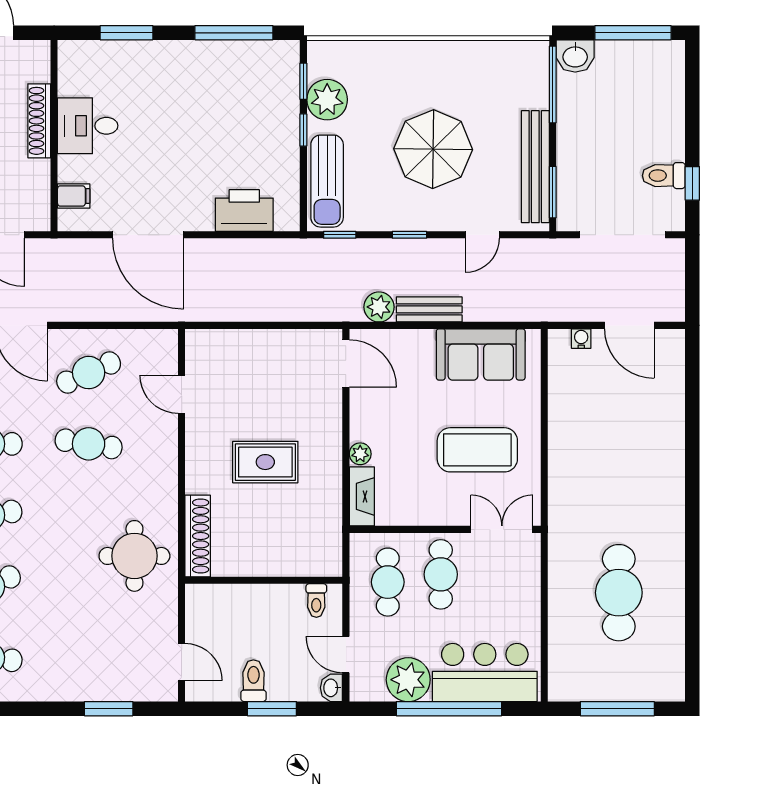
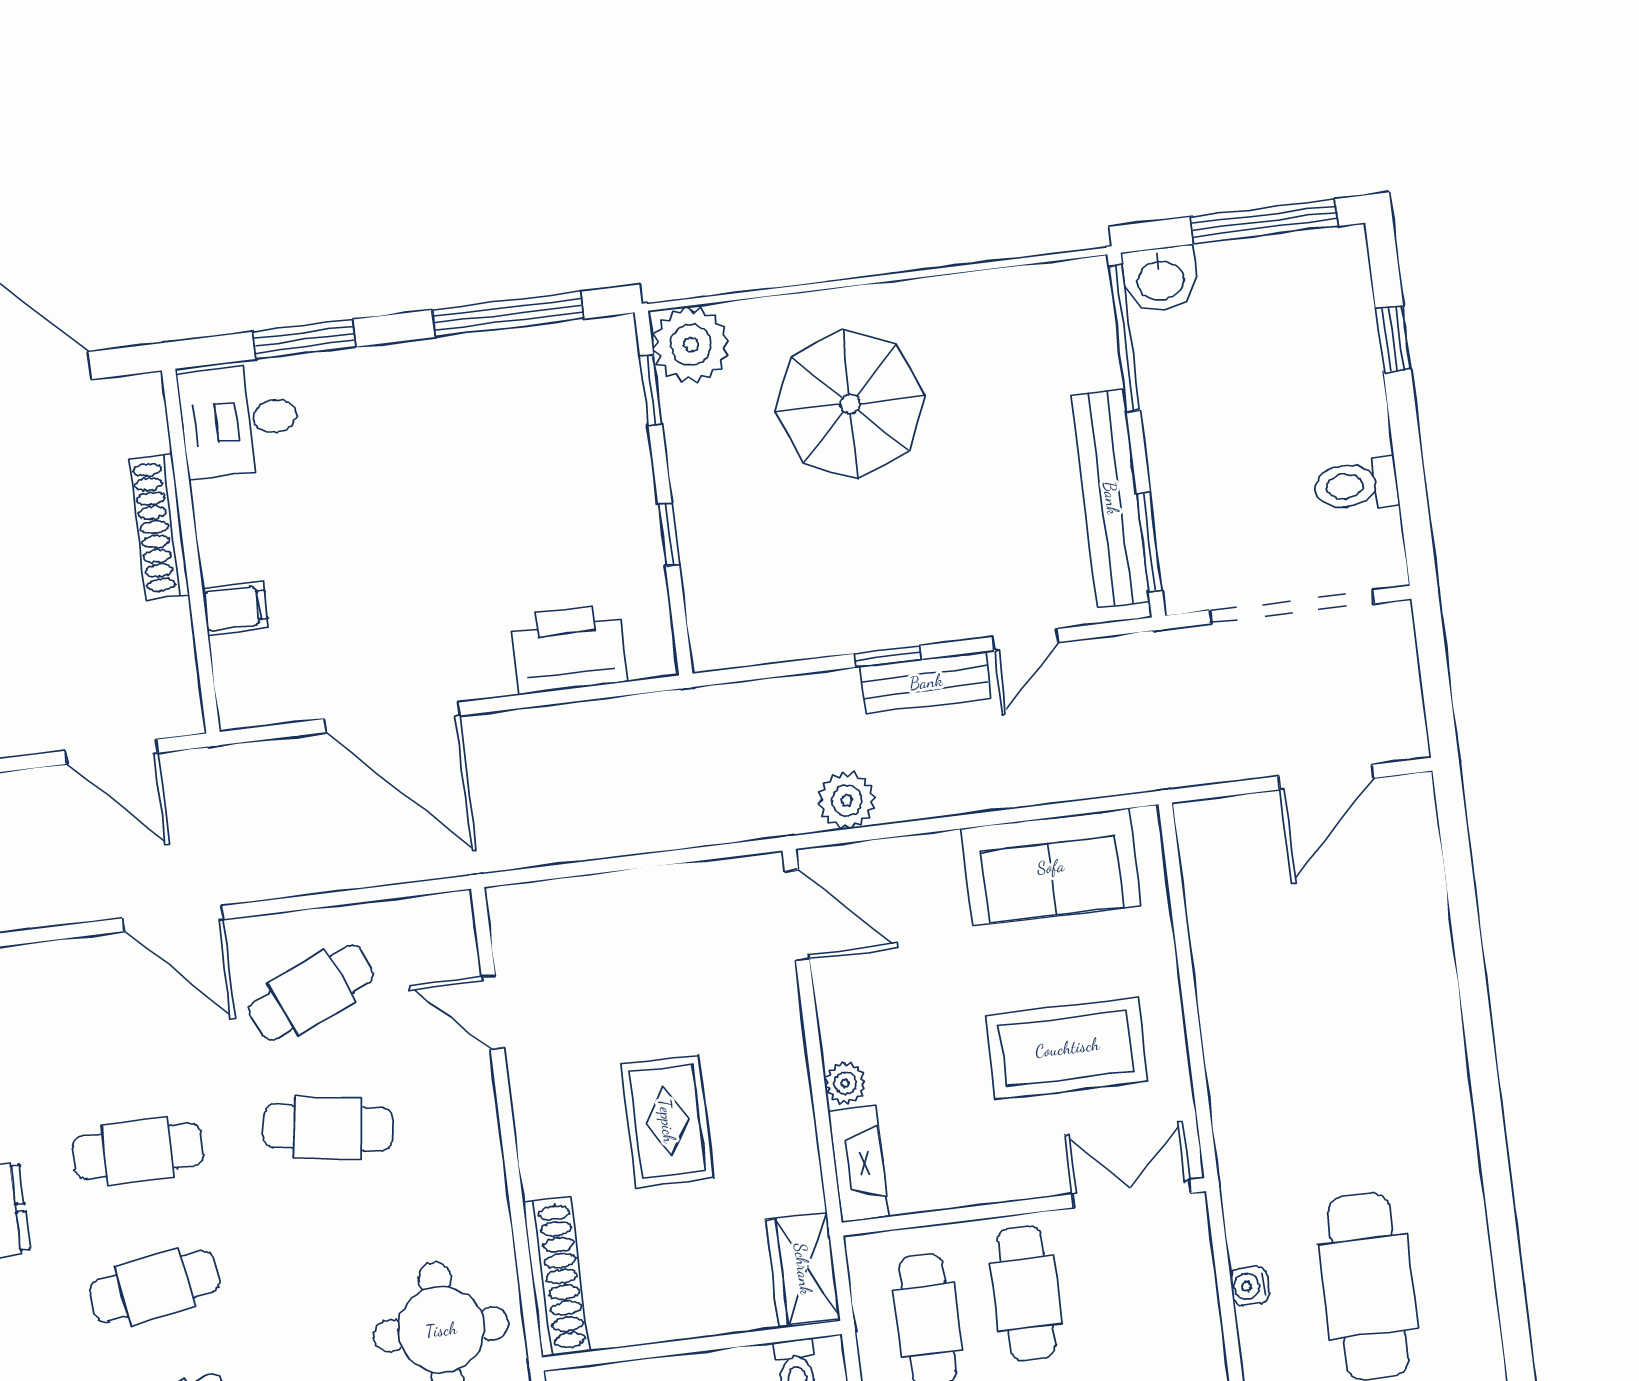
plant: (327, 100) -> (691, 345), moved
desk: (88, 126) -> (239, 420), moved
window: (303, 130) -> (669, 534), moved
parasol: (433, 149) -> (850, 404), moved
sun lounger: (327, 181) -> (719, 574), removed
window: (692, 183) -> (1393, 339), moved
filing cabinet: (74, 196) -> (236, 608), moved
window: (340, 235) -> (756, 673), removed
bench: (429, 309) -> (926, 682), moved
door: (629, 325) -> (1326, 777), hinge flipped
water cooler: (581, 339) -> (1250, 1286), moved, turned -90
rug: (265, 462) -> (667, 1121), turned 90
wardrobe: (326, 548) -> (803, 1269), added

